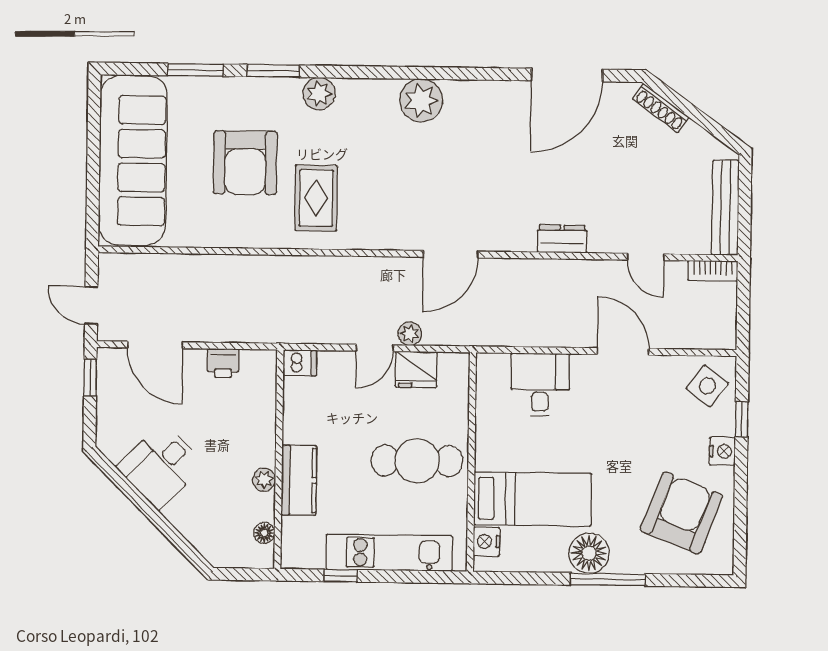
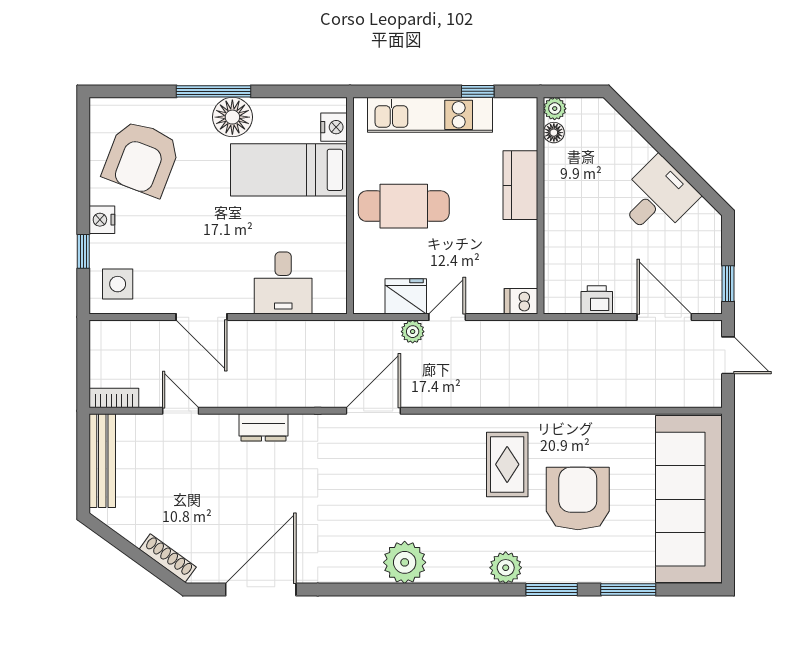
side table: (707, 386) -> (118, 284), turned -37
plant: (264, 480) -> (555, 109), moved

